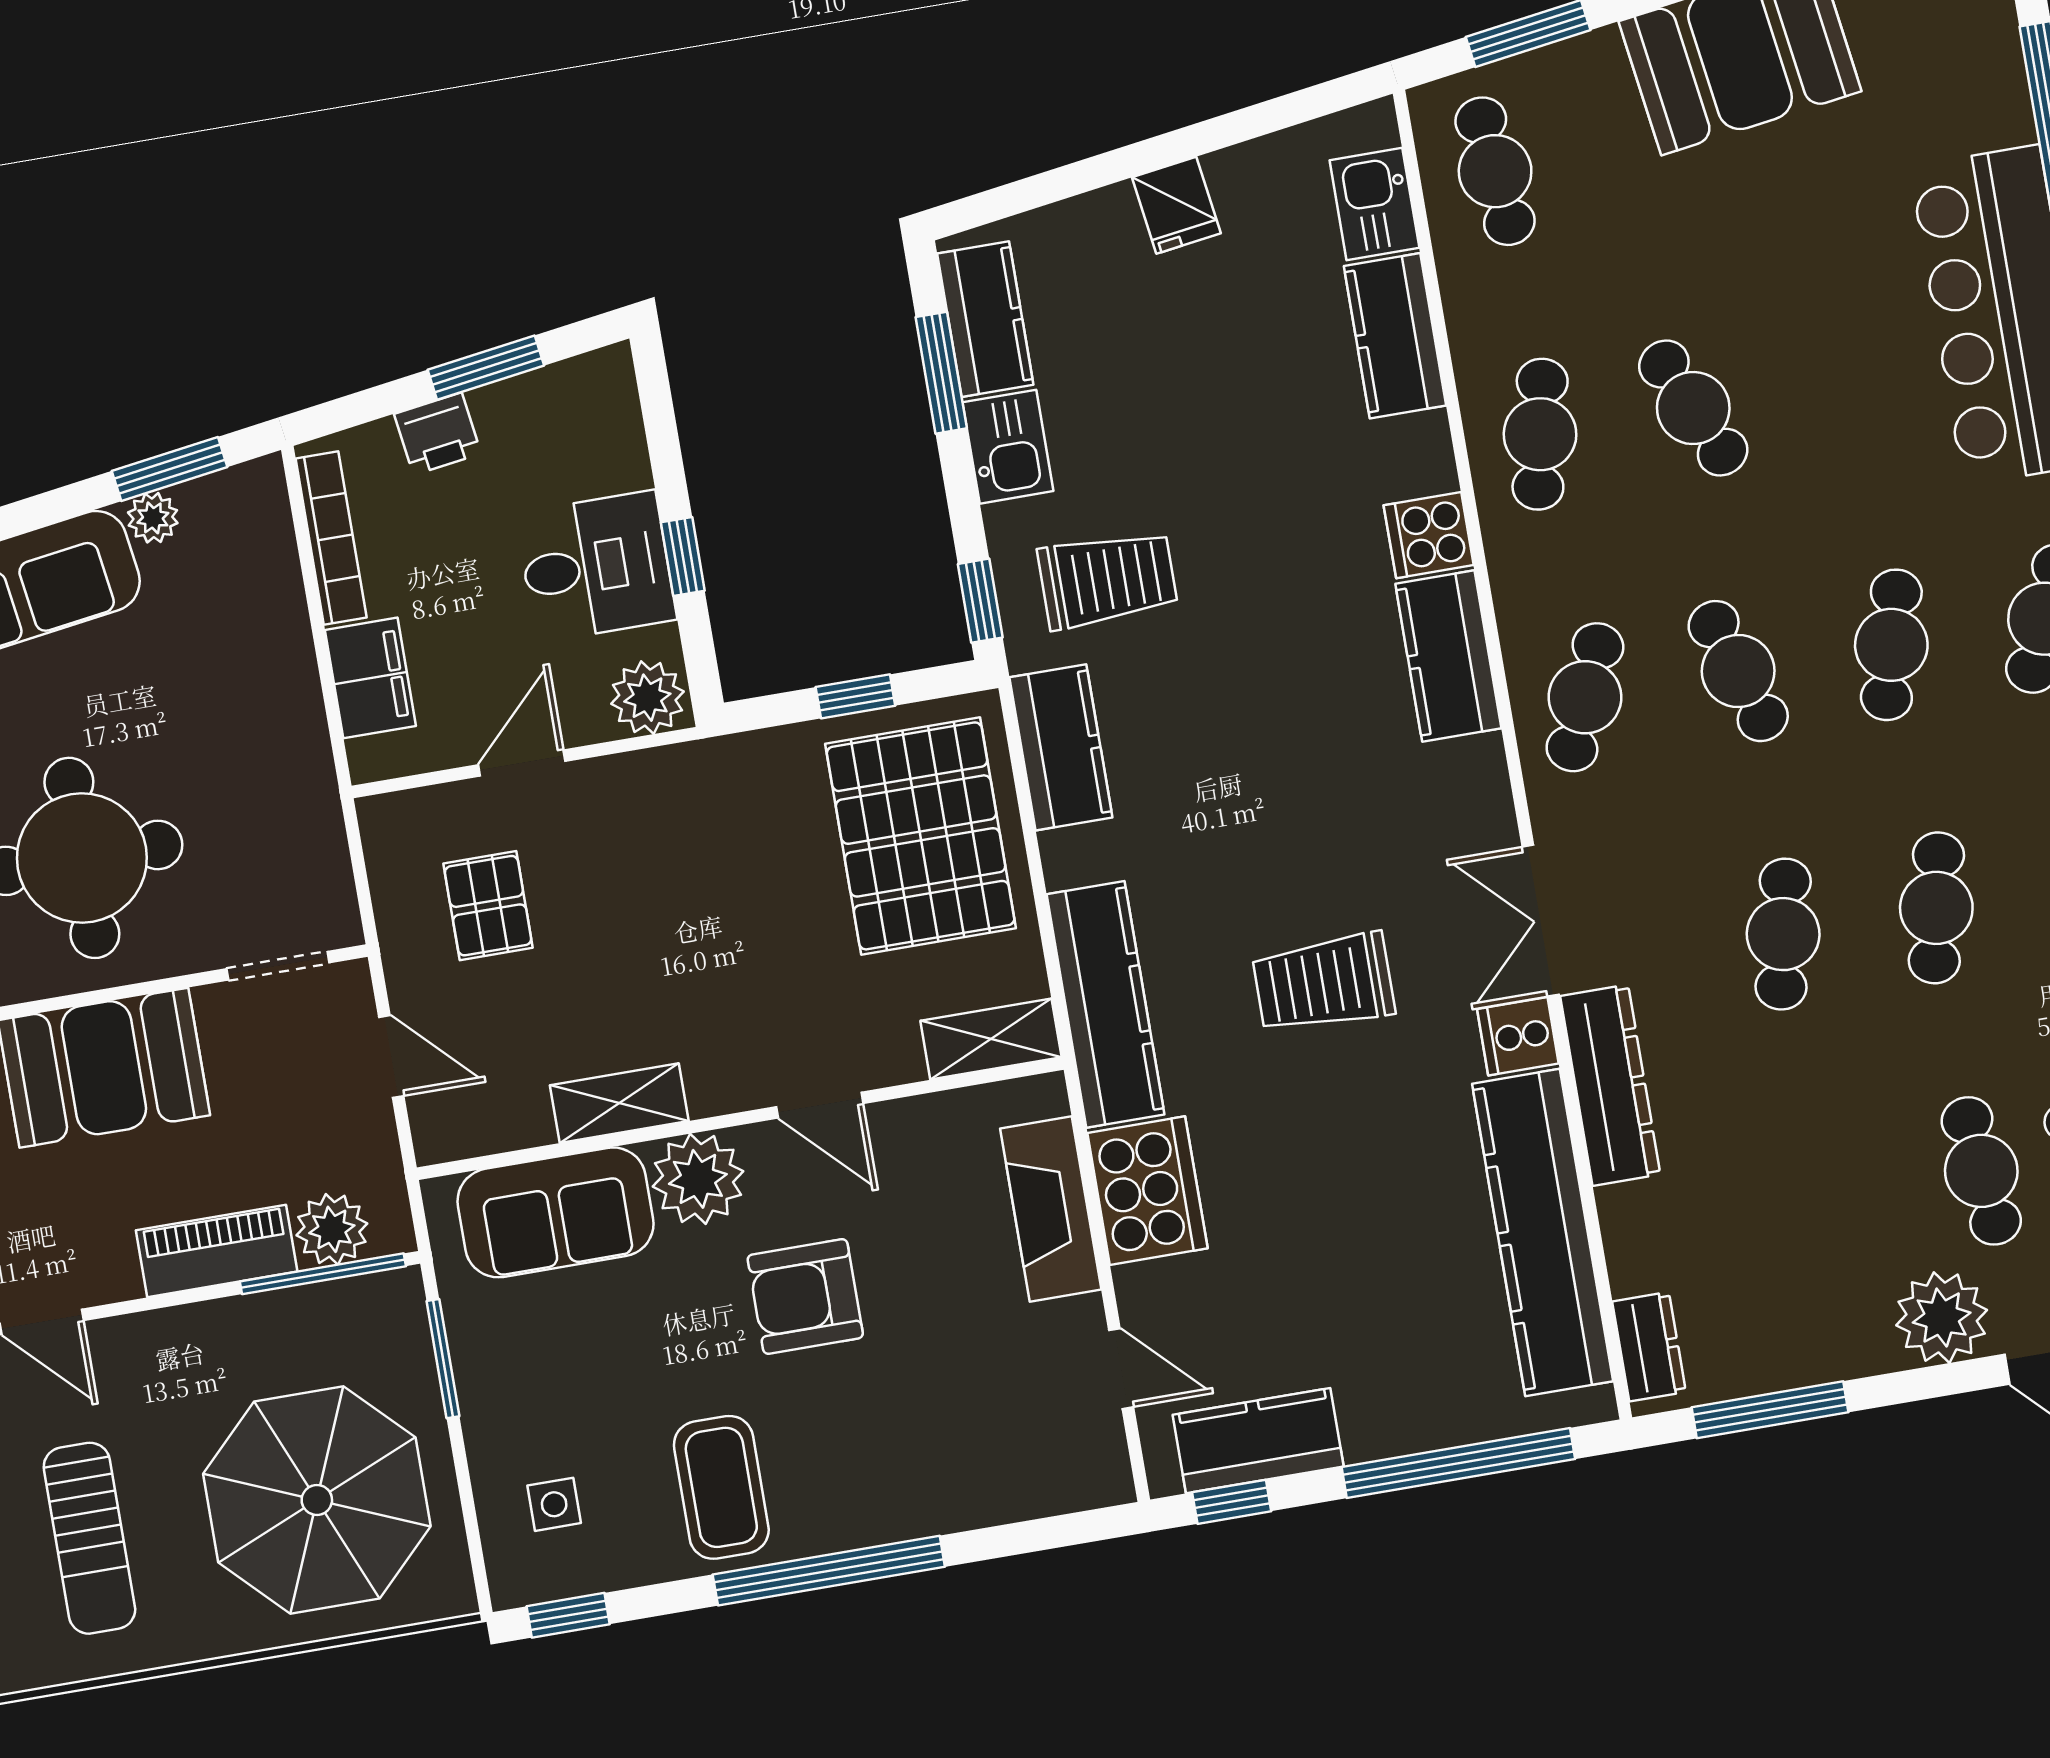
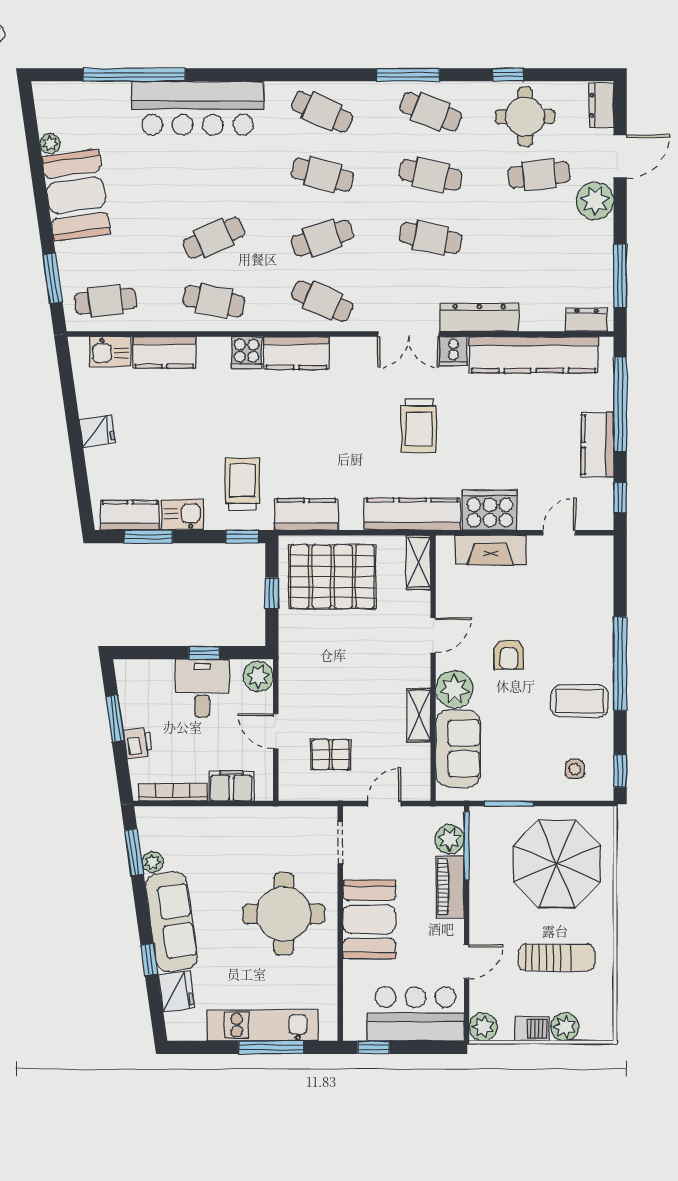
armchair: (805, 1297) -> (509, 654), width x0.72, depth x0.72
kitchen counter: (1258, 1441) -> (597, 445), moved

